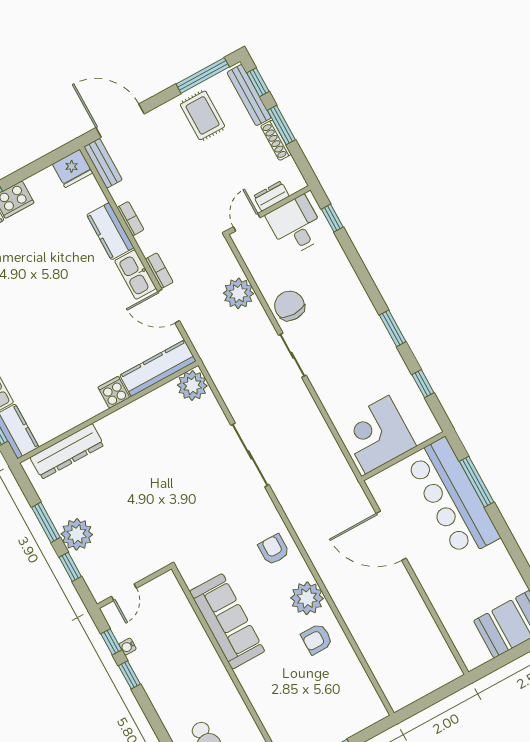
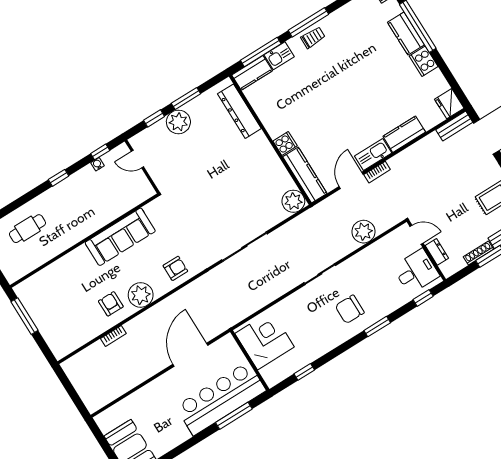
bookcase: (130, 219) -> (113, 336), moved
chair: (290, 306) -> (350, 309), moved, turned 180
window: (393, 328) -> (377, 327), moved
window: (129, 675) -> (59, 178), moved

